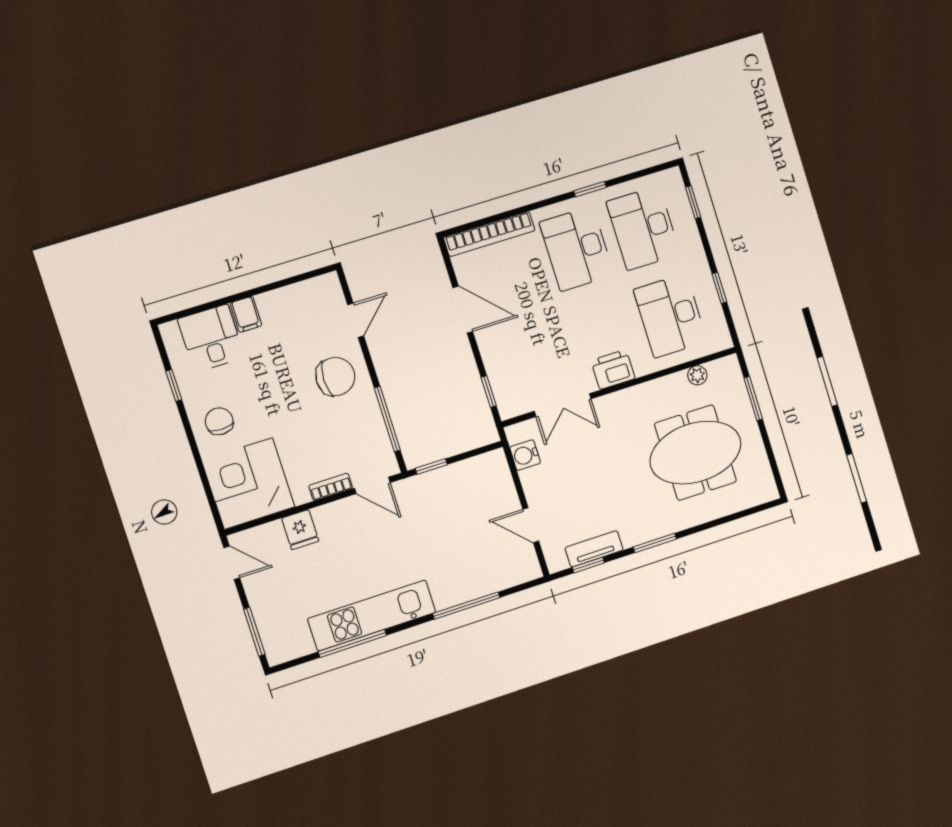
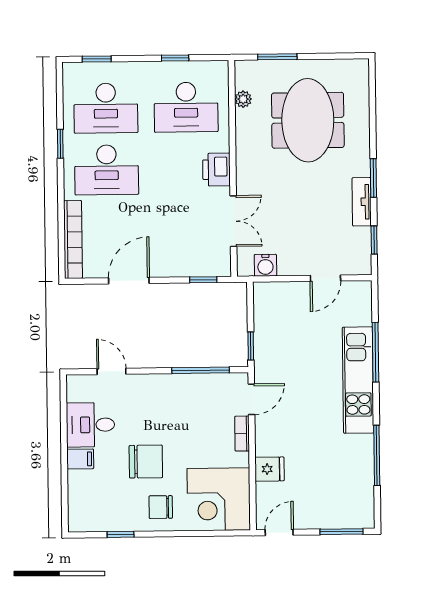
desk: (211, 338) -> (90, 425), moved
chair: (335, 377) -> (146, 462), moved, turned 90
tv unit: (594, 549) -> (362, 202), moved
kitchen unit: (372, 615) -> (358, 380), moved

